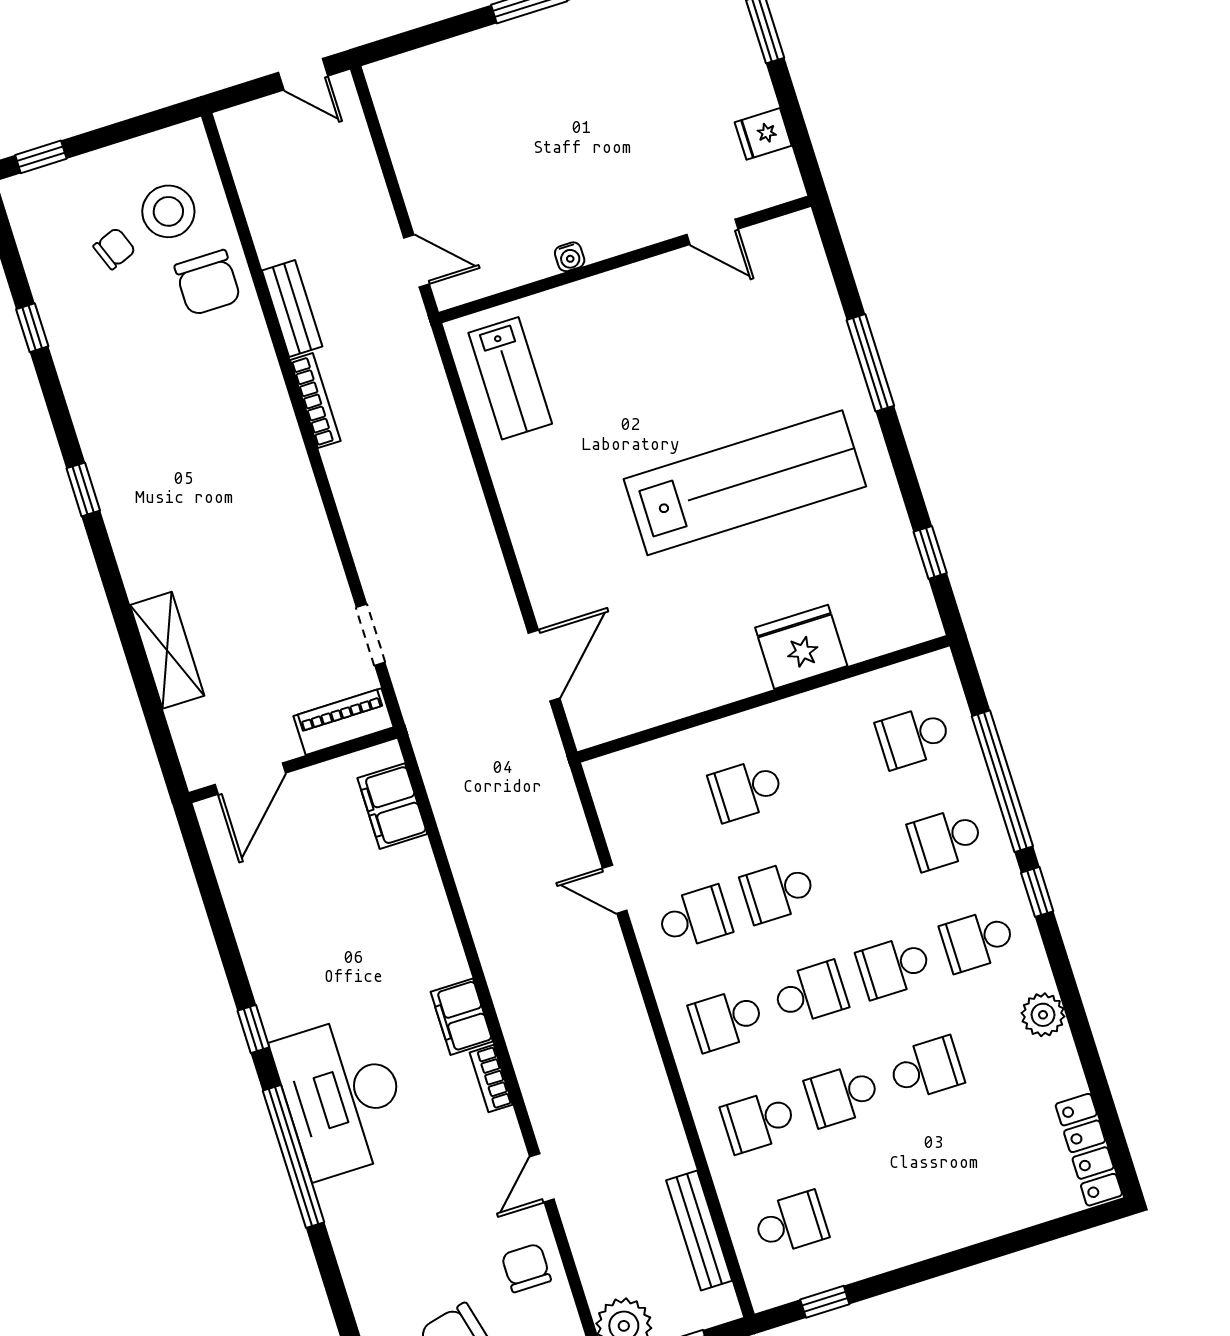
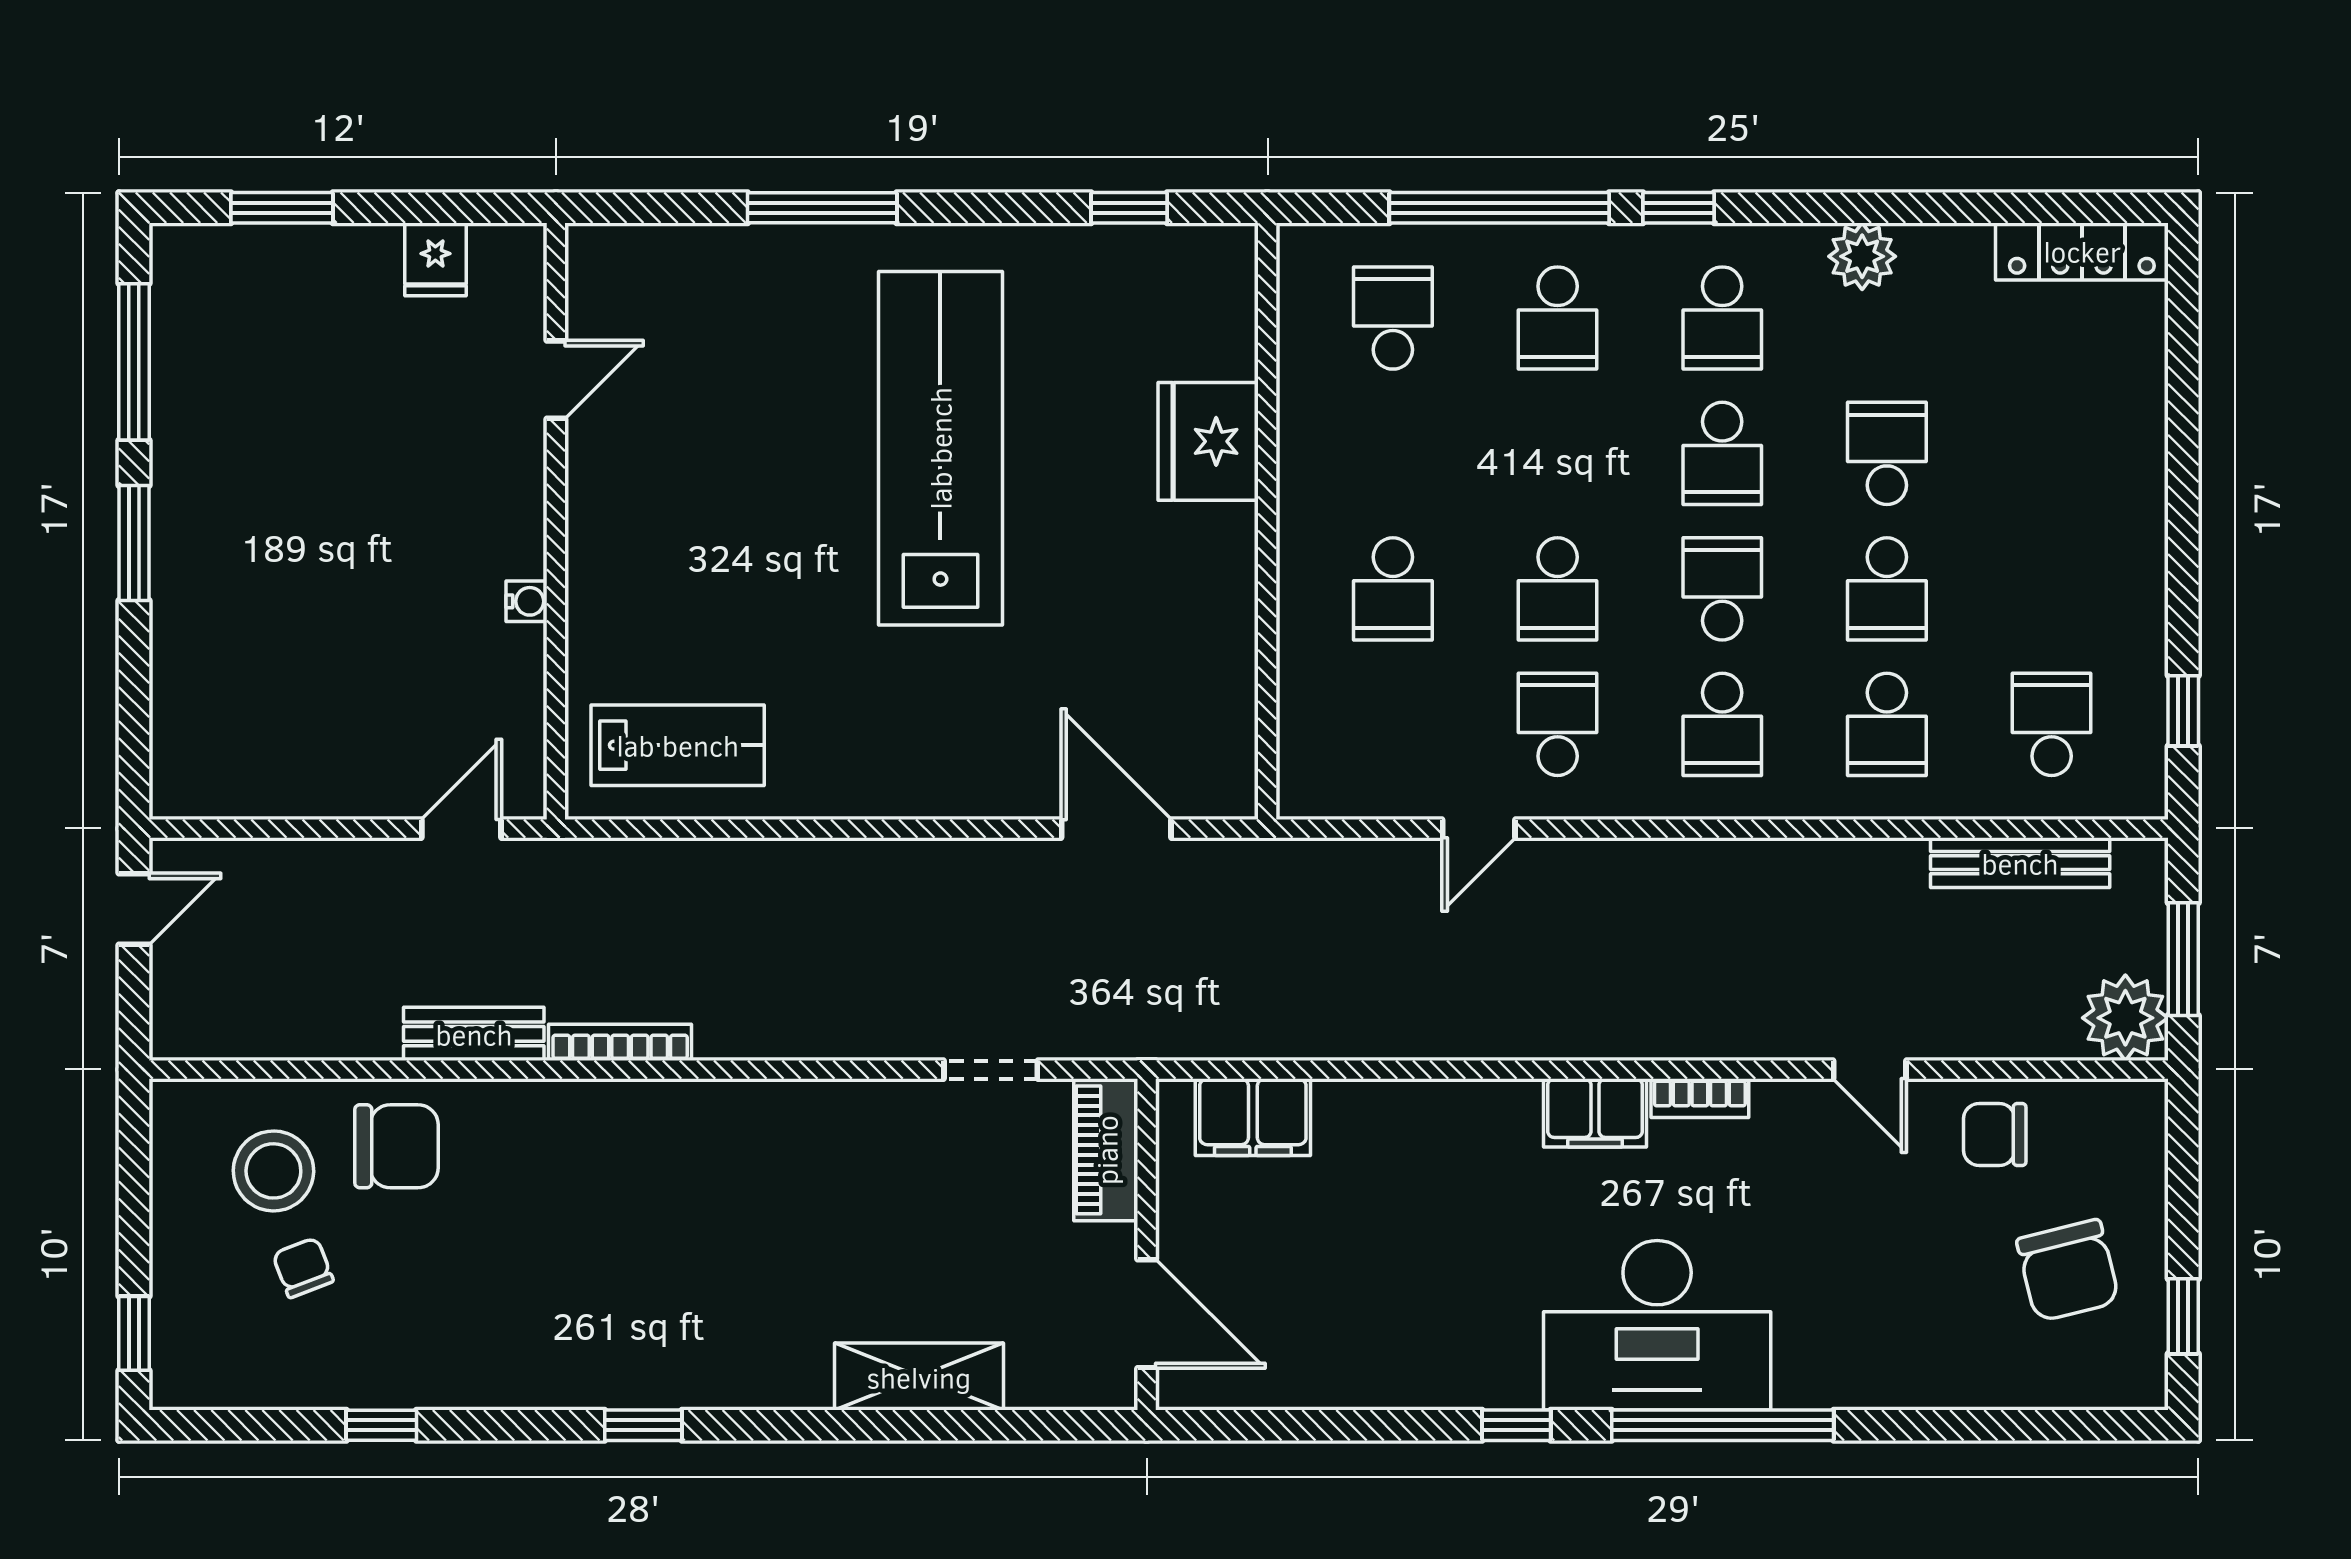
school desk: (913, 737) -> (1393, 318), turned 180

